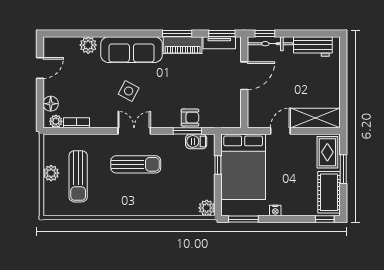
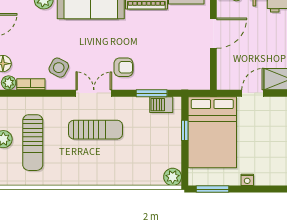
side table: (129, 91) -> (59, 68), moved
armchair: (190, 118) -> (123, 67), moved

